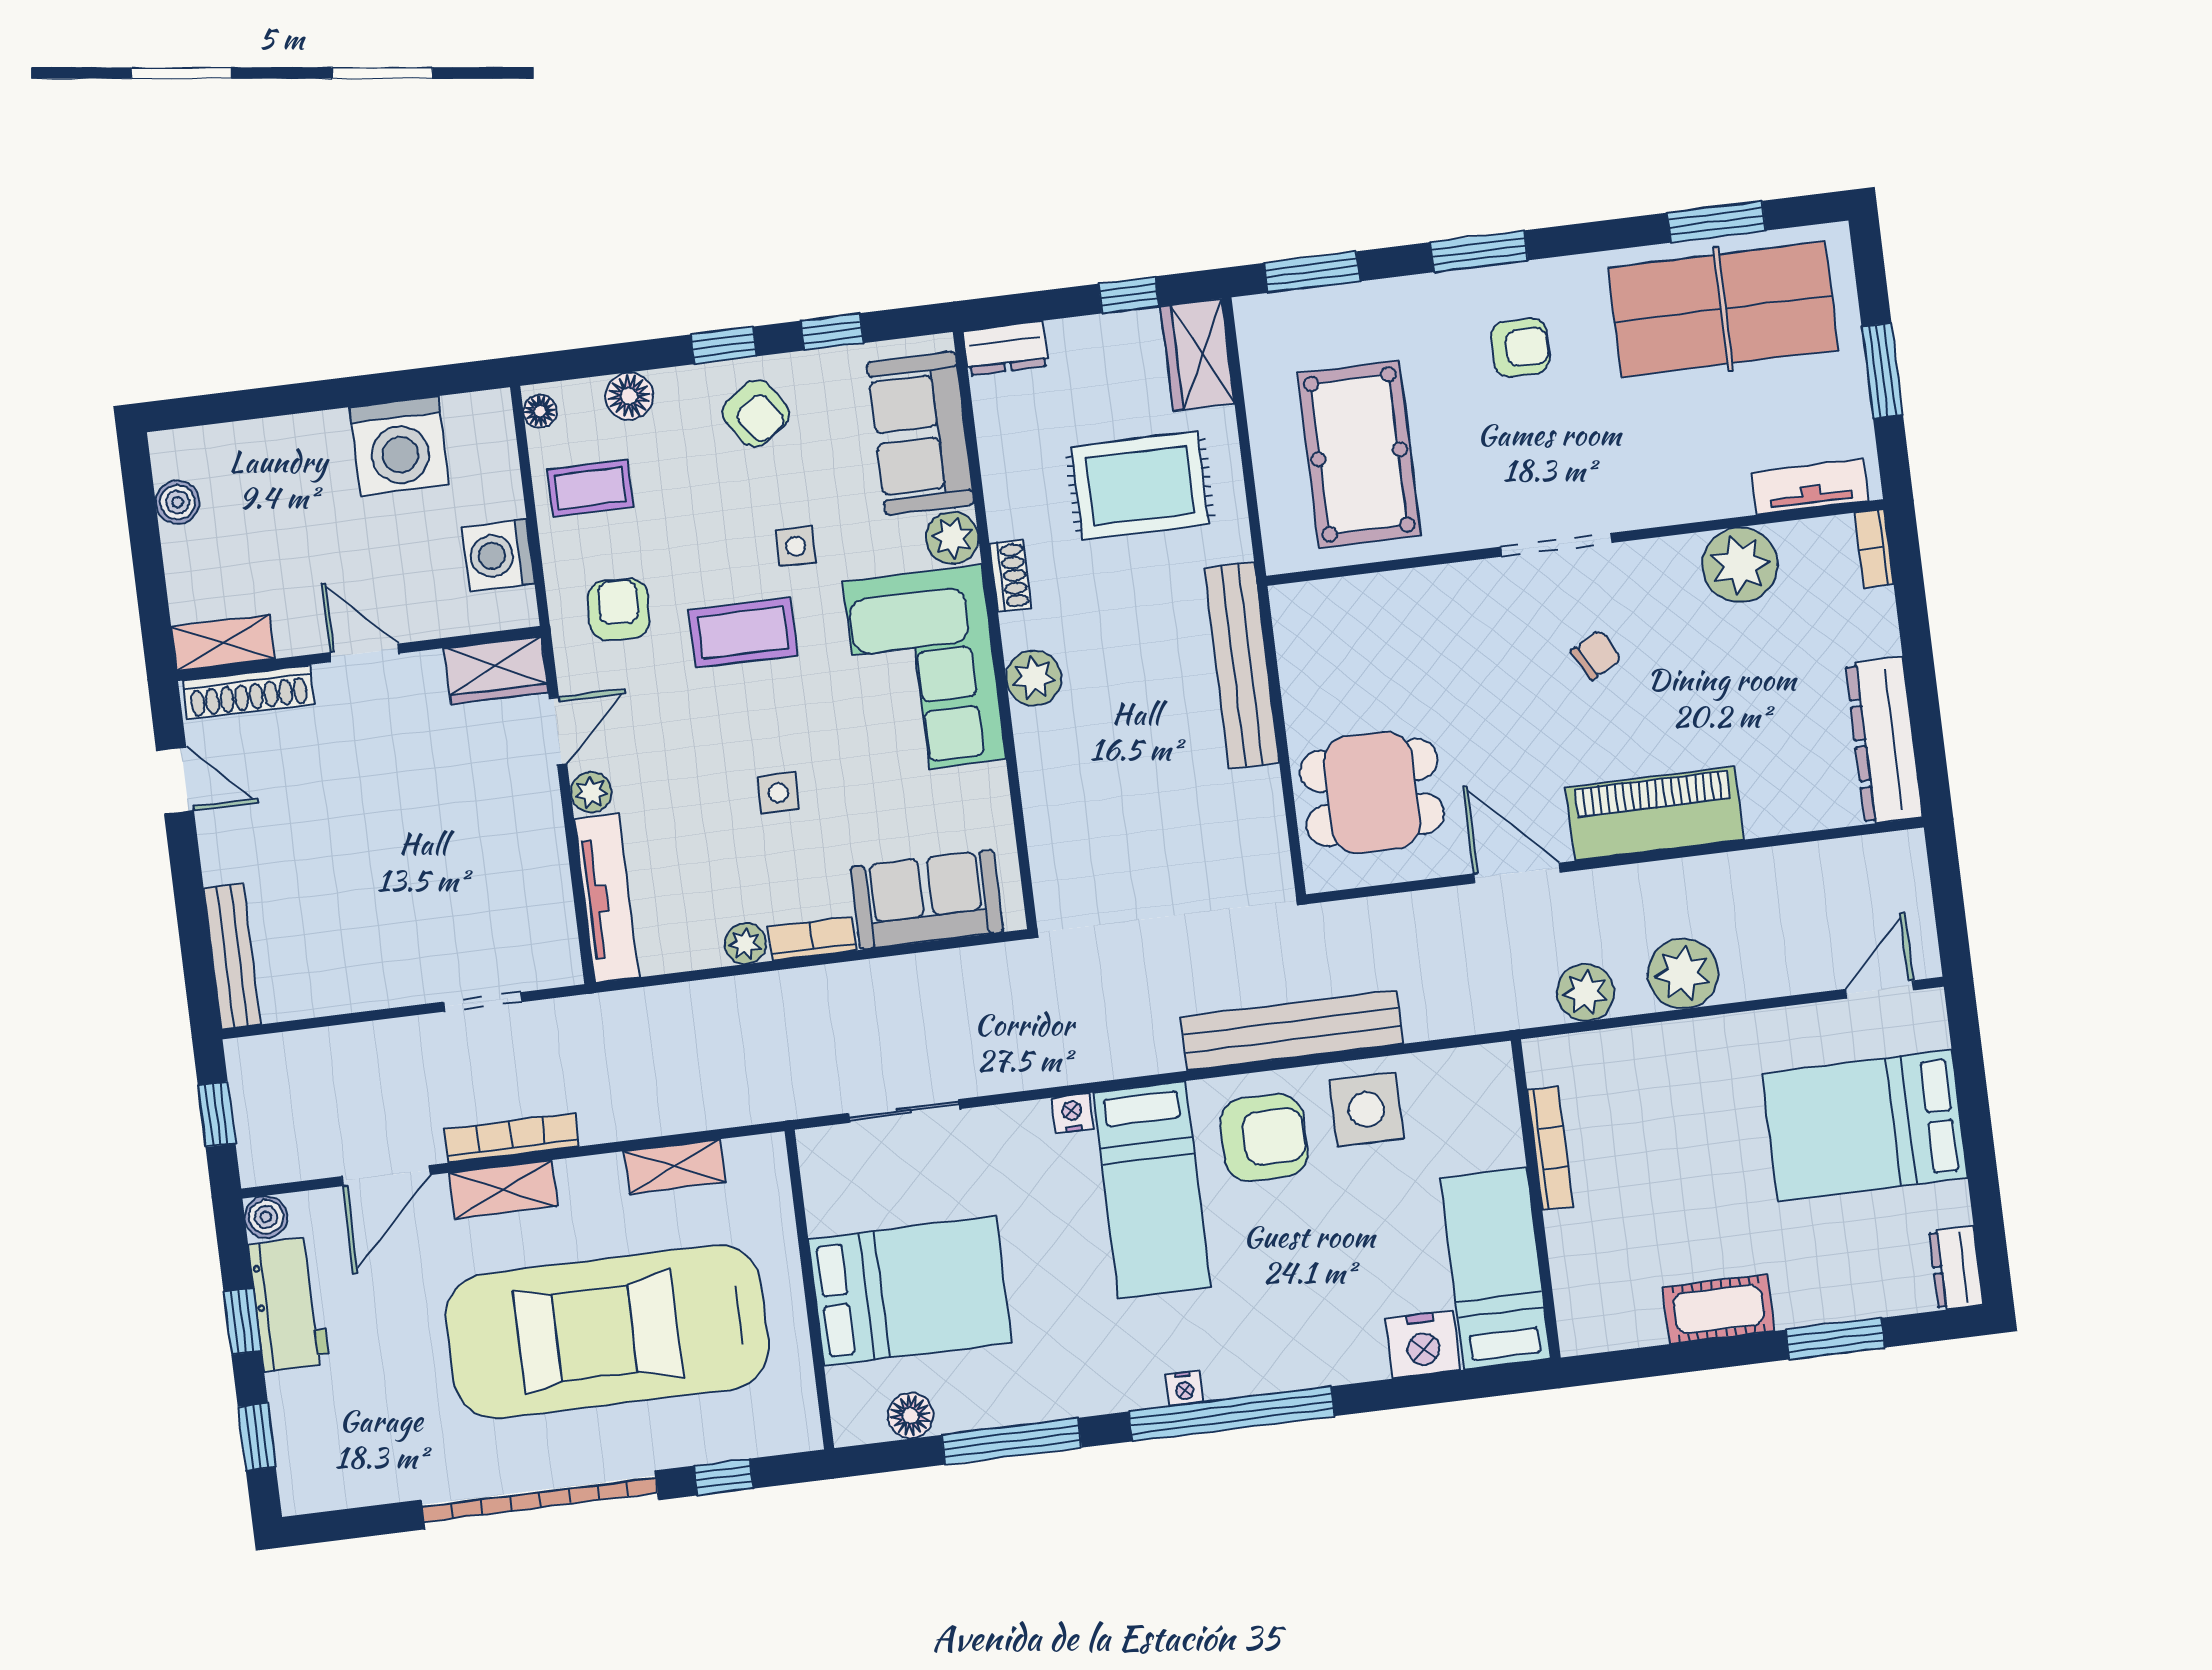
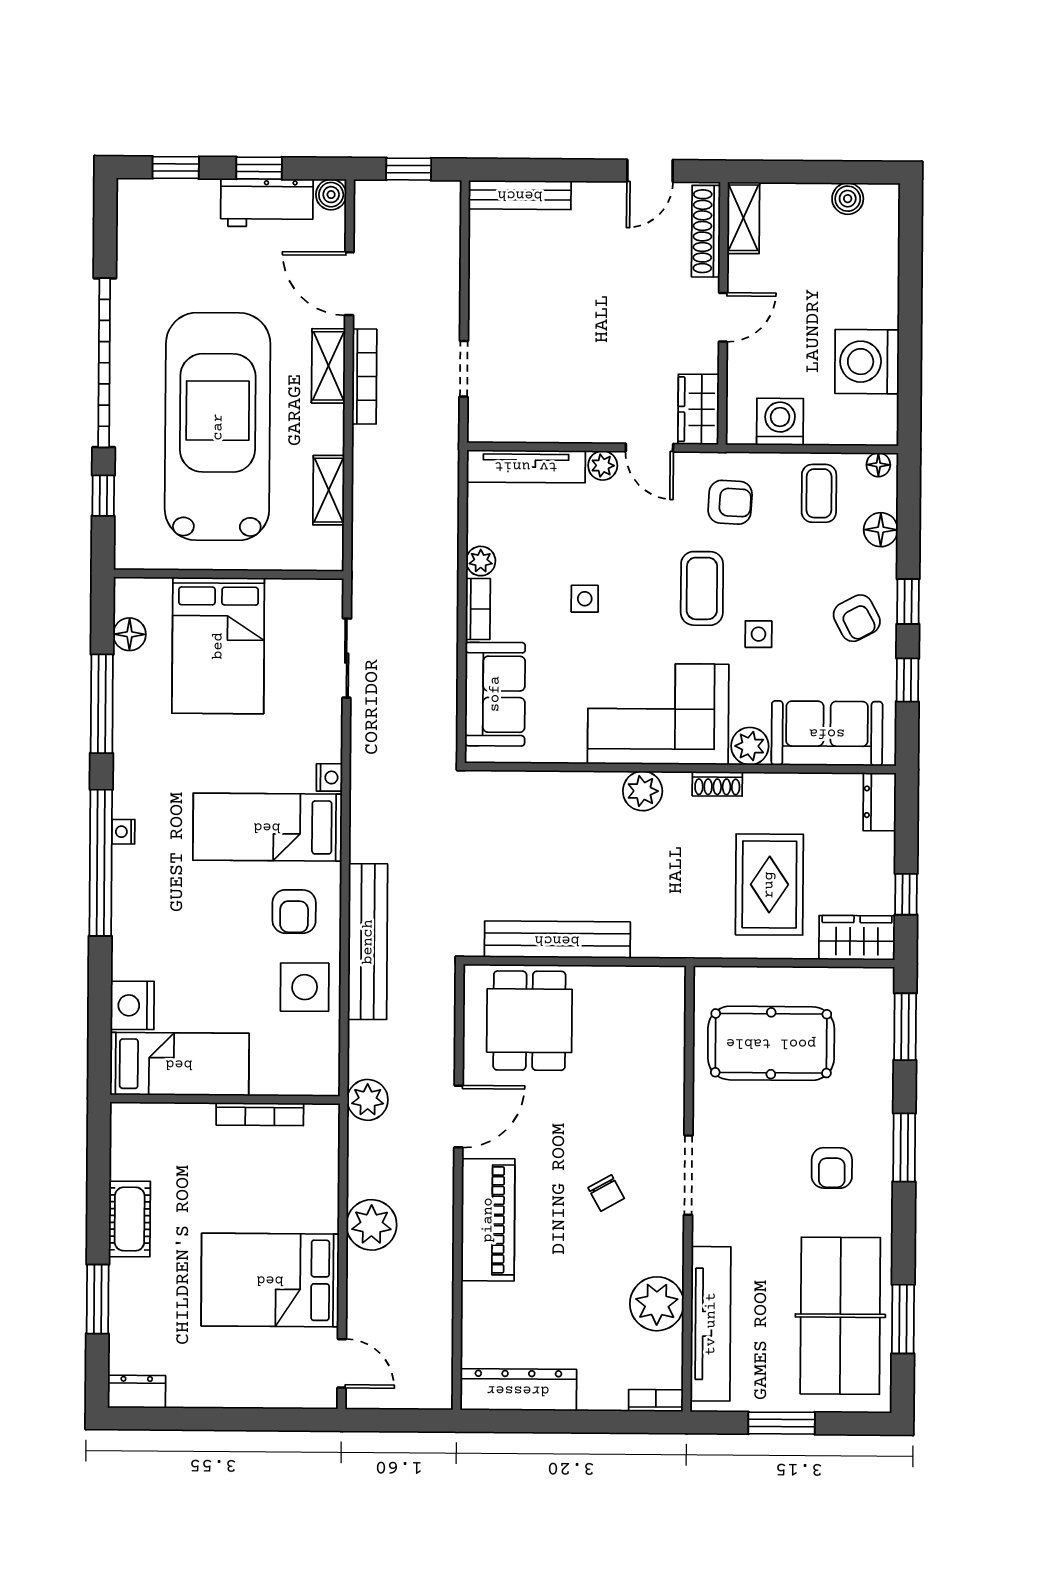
armchair: (756, 413) -> (857, 618), turned -83
tv unit: (1810, 487) -> (711, 1324), width x1.92, depth x1.29
bench: (1242, 665) -> (557, 940), moved
plant: (1586, 992) -> (368, 1100), moved
bed: (1865, 1126) -> (270, 1280), moved, turned -90
armchair: (1264, 1138) -> (294, 912), width x0.72, depth x0.72

